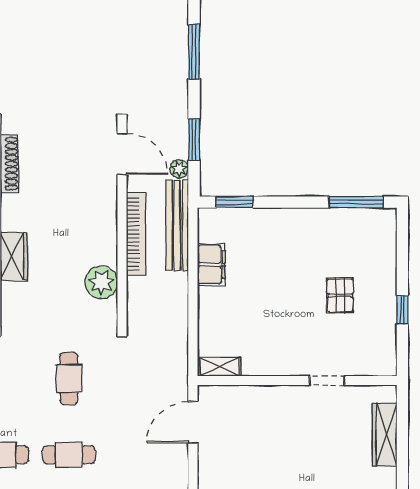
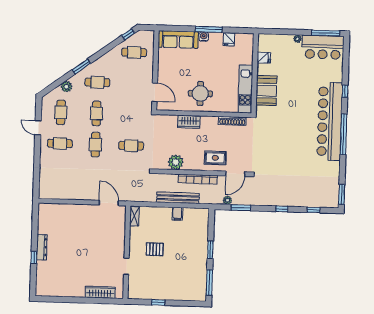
window: (194, 52) -> (282, 209), width x0.46
rug: (89, 198) -> (215, 158), added
window: (235, 202) -> (210, 250), moved
bench: (177, 225) -> (178, 198), moved
filing cabinet: (211, 265) -> (177, 214), width x0.50
pallet: (340, 295) -> (155, 249), moved

